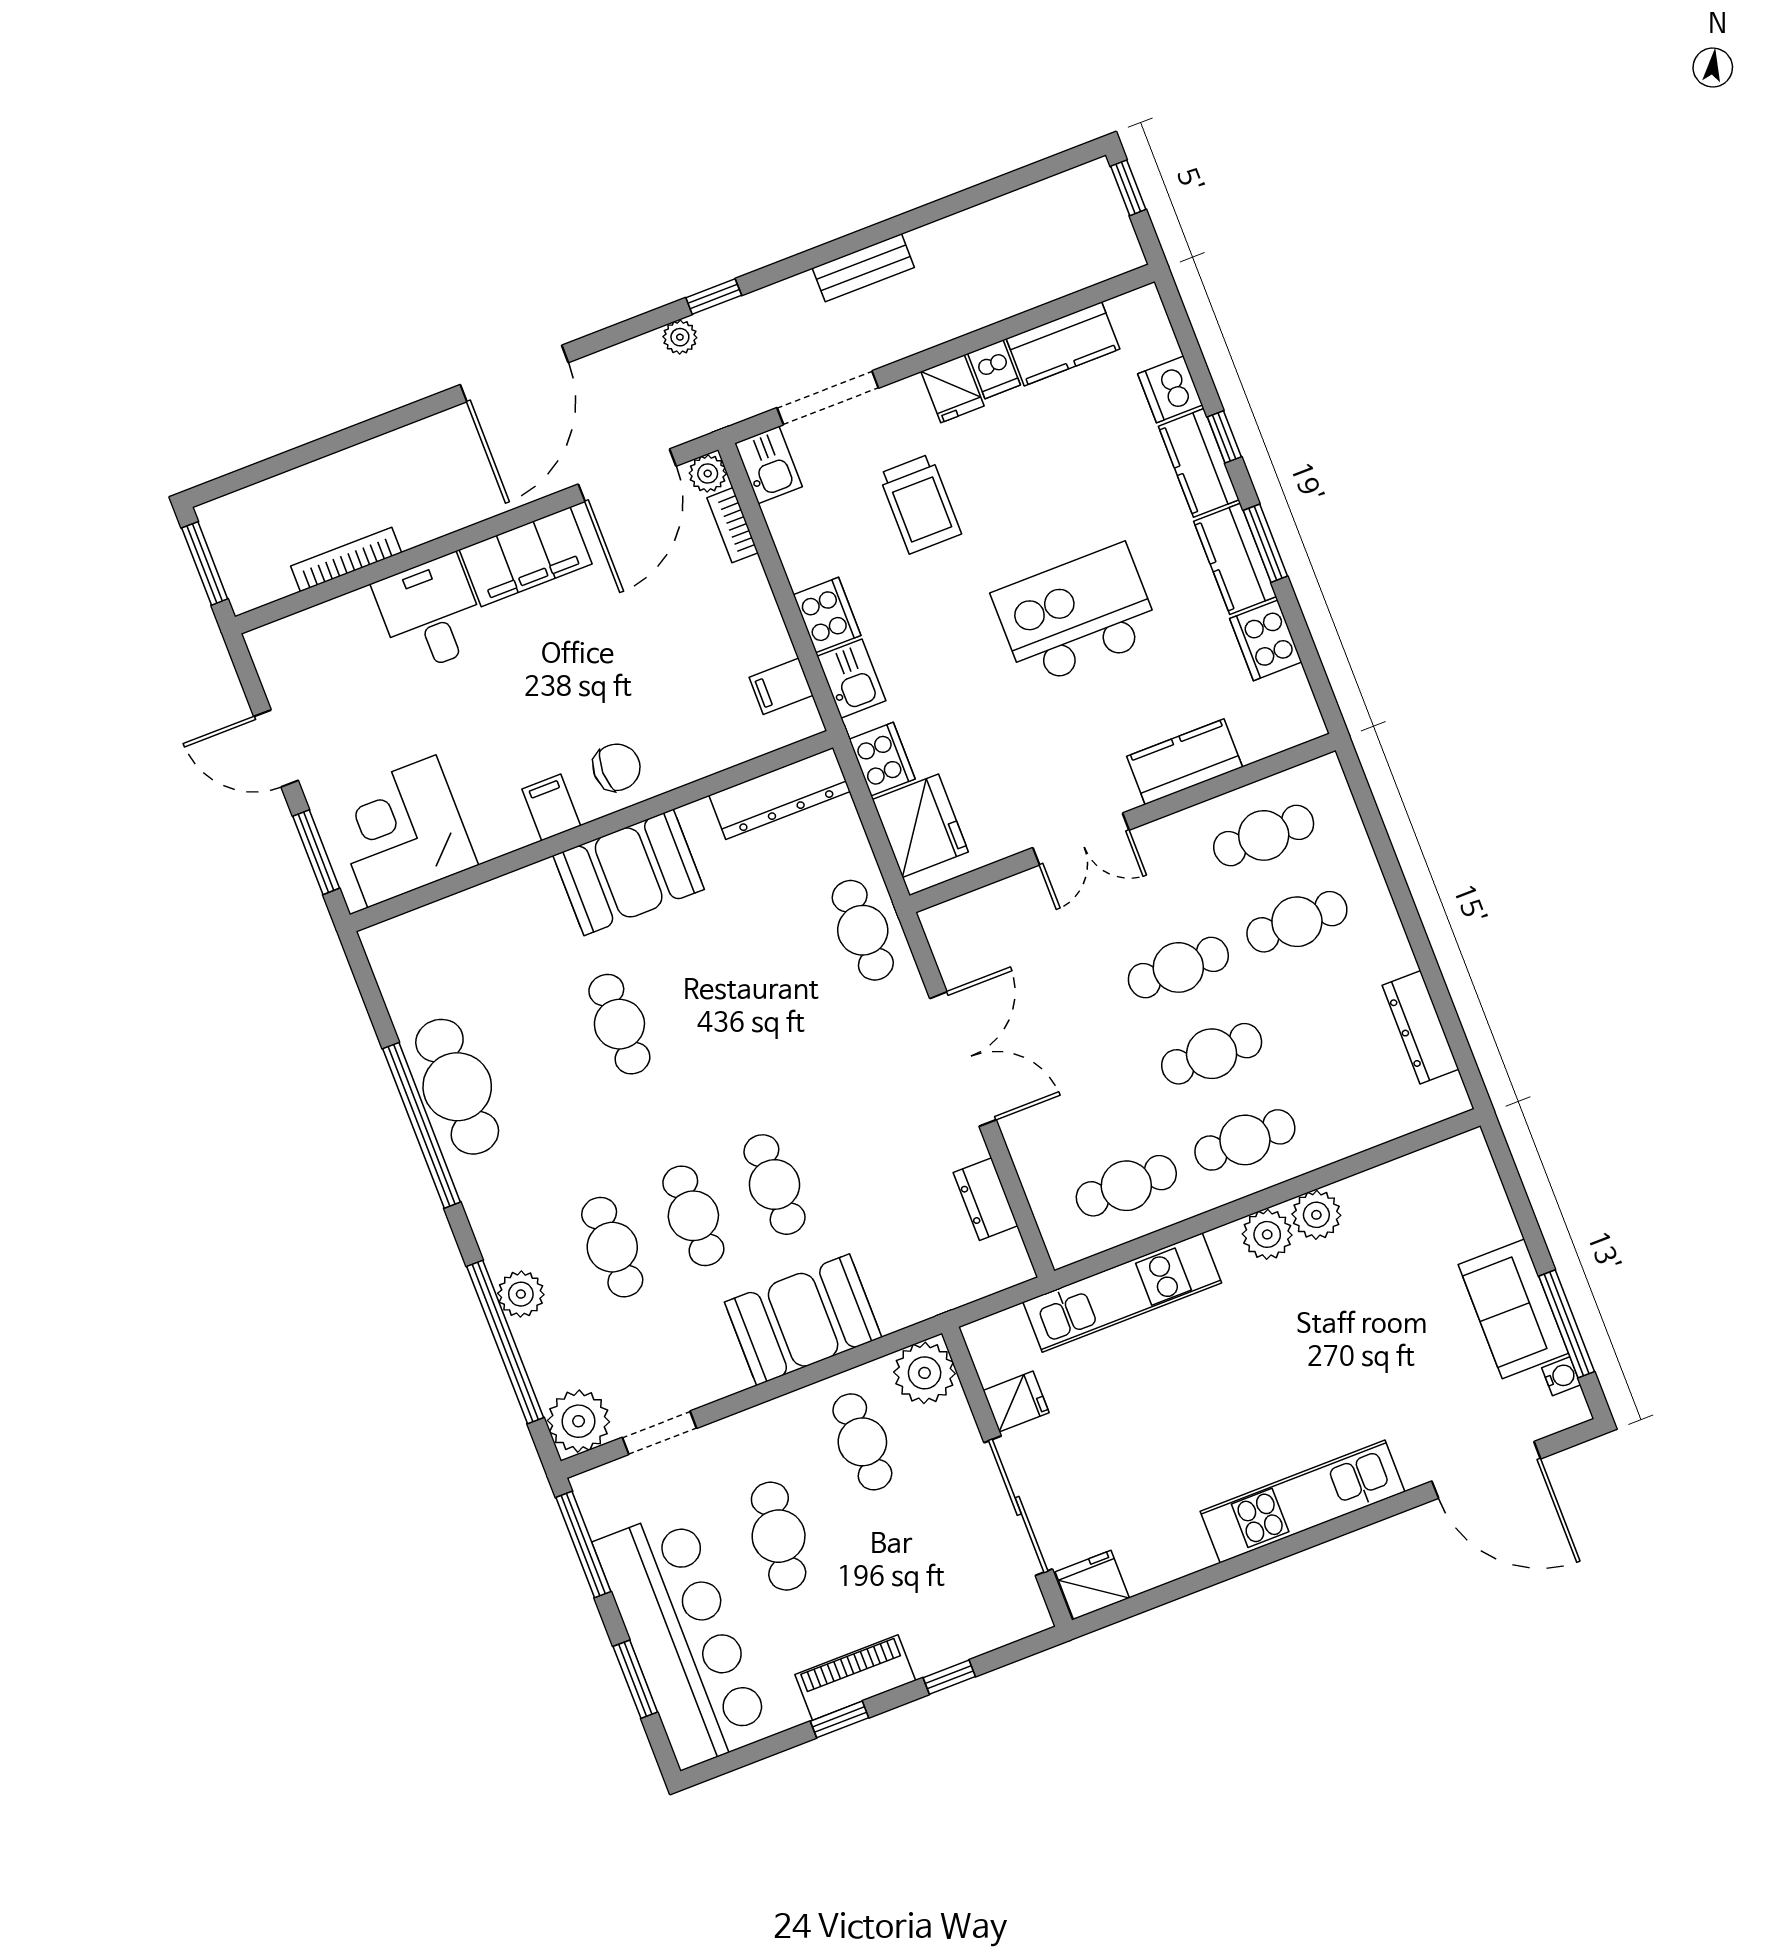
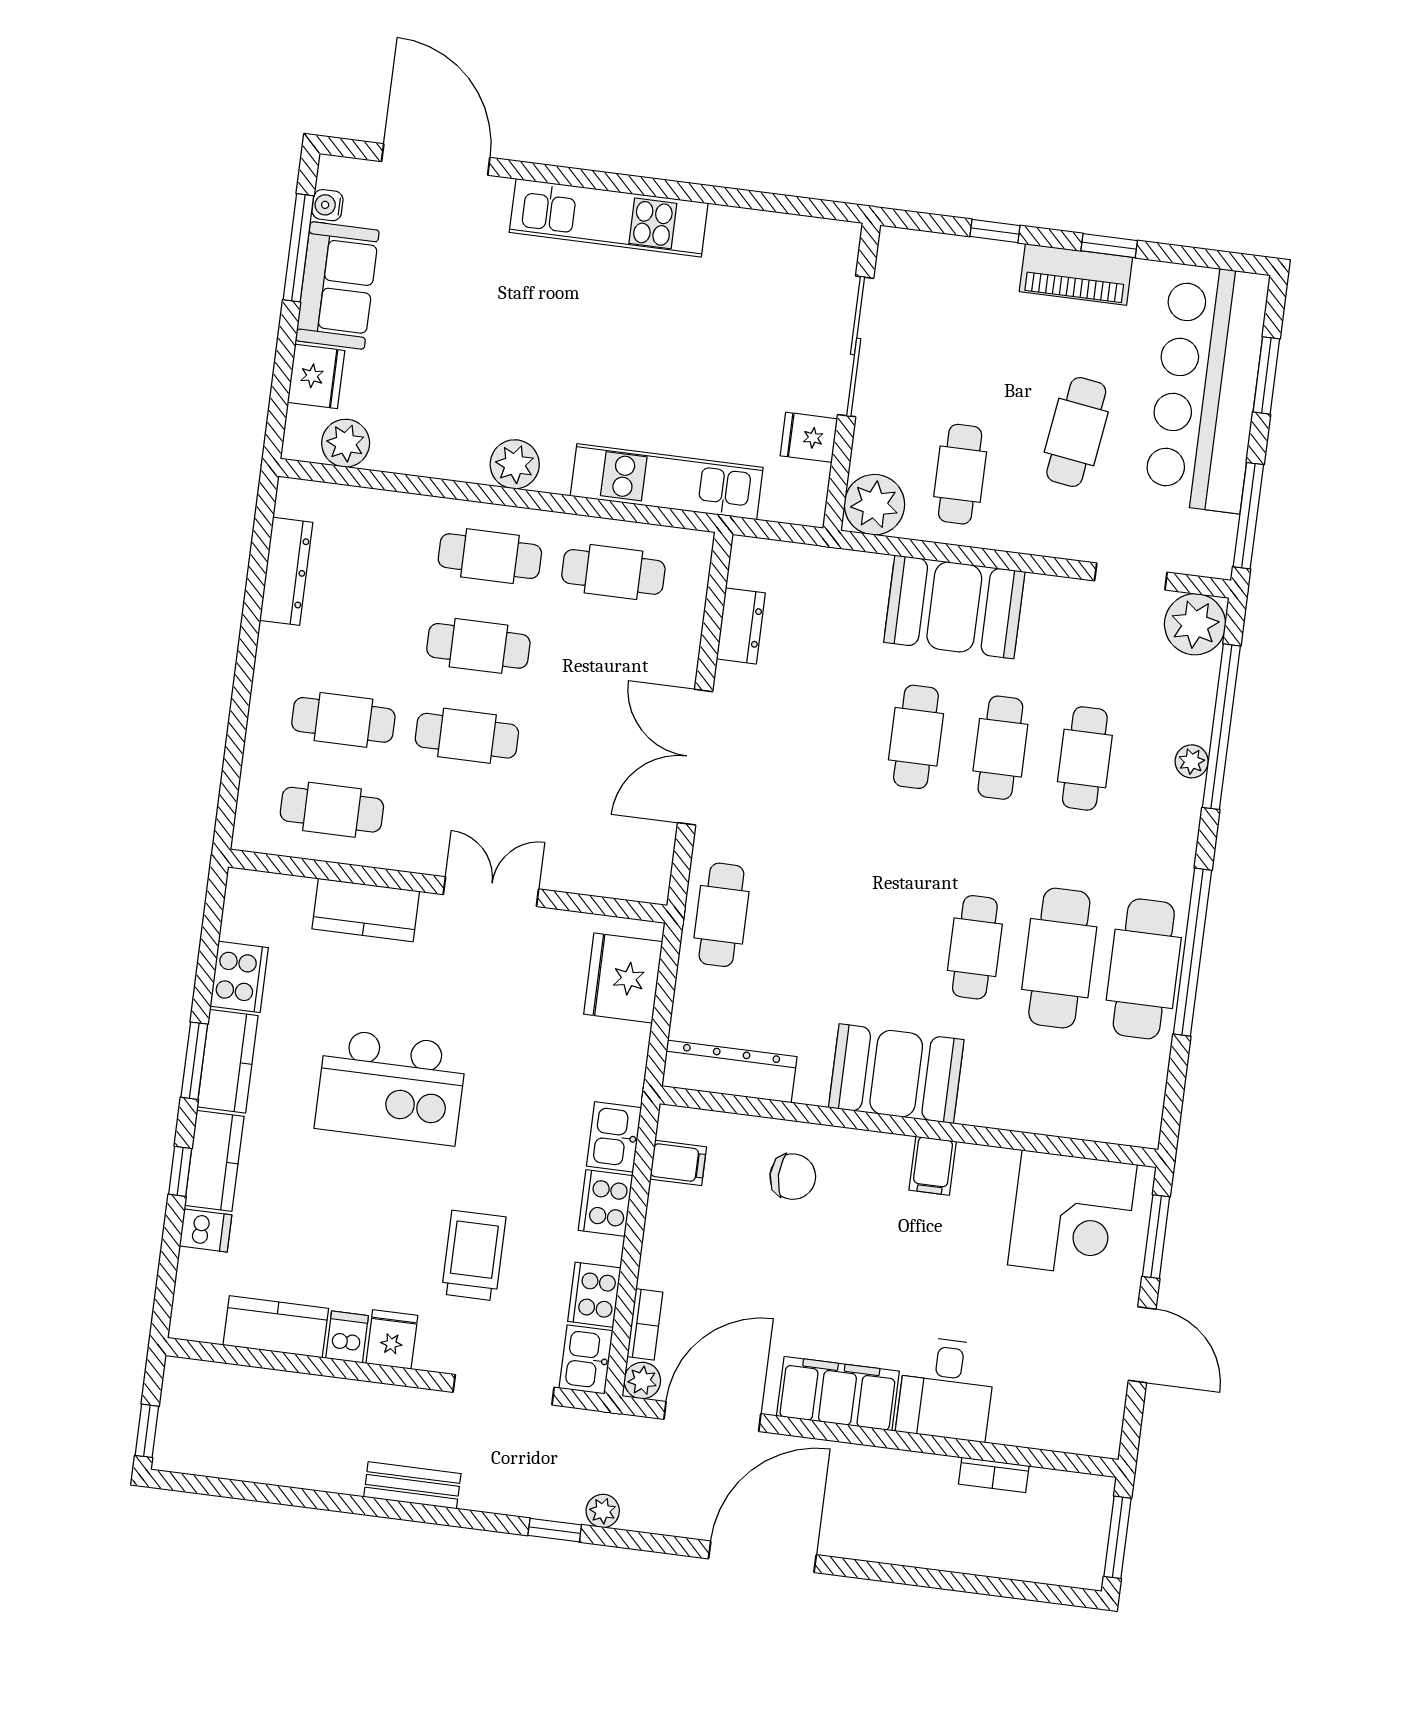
dishwasher: (1170, 389) -> (206, 1230), width x0.73
bookcase: (346, 559) -> (994, 1475), width x0.64
cooker: (882, 759) -> (594, 1295), moved
chair: (617, 767) -> (793, 1177), moved, turned 180
cafe table: (538, 1055) -> (1059, 958), added
plant: (1316, 1215) -> (346, 443), moved
plant: (521, 1294) -> (1192, 761), width x0.73, depth x0.73
fridge: (1092, 1585) -> (316, 376), moved, turned -90

